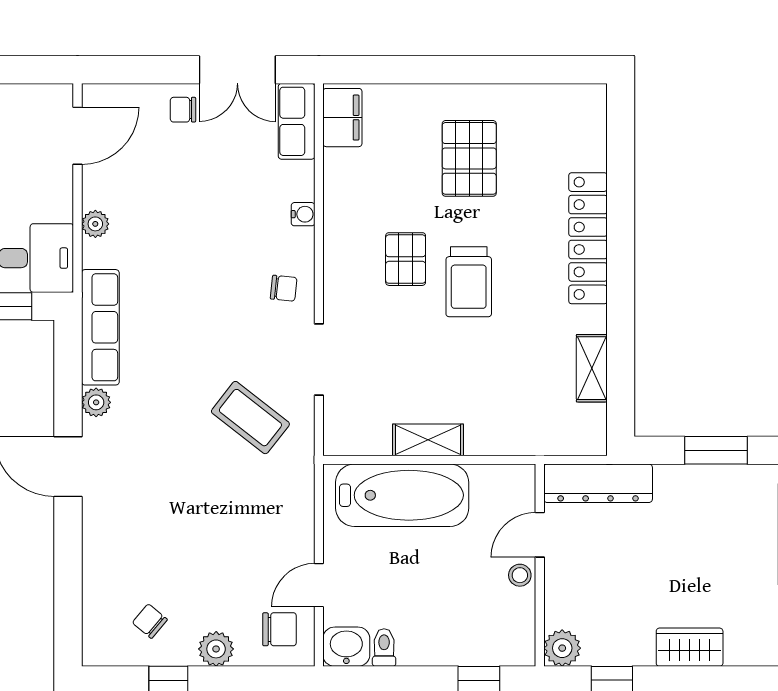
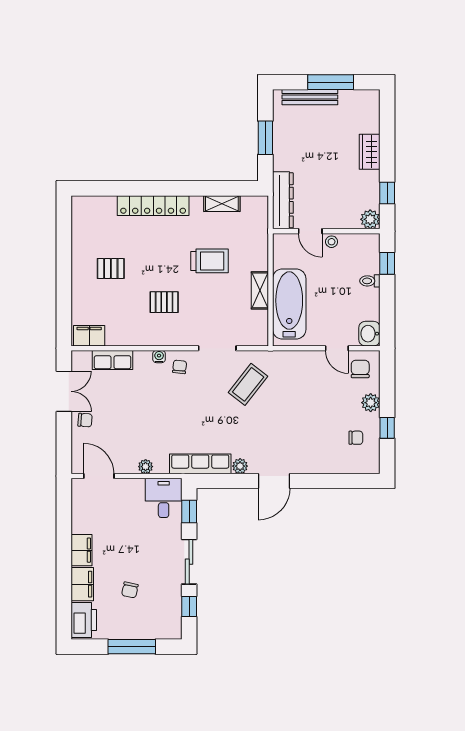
chair: (183, 110) -> (85, 420), turned -86
row of seats: (297, 121) -> (113, 360), moved
pallet: (469, 158) -> (111, 269), width x0.67, depth x0.71
water cooler: (303, 214) -> (159, 357), moved
trolley: (469, 282) -> (210, 261), moved
chair: (150, 621) -> (356, 438), turned -130
toilet: (384, 648) -> (370, 281), moved

